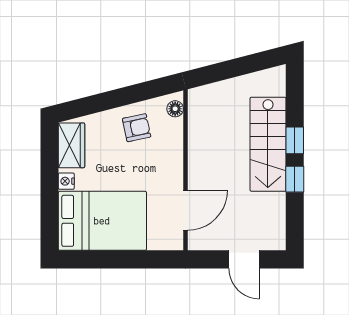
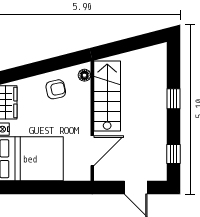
stairs: (268, 144) -> (107, 96), moved, turned 180
window: (295, 179) -> (174, 154), moved

